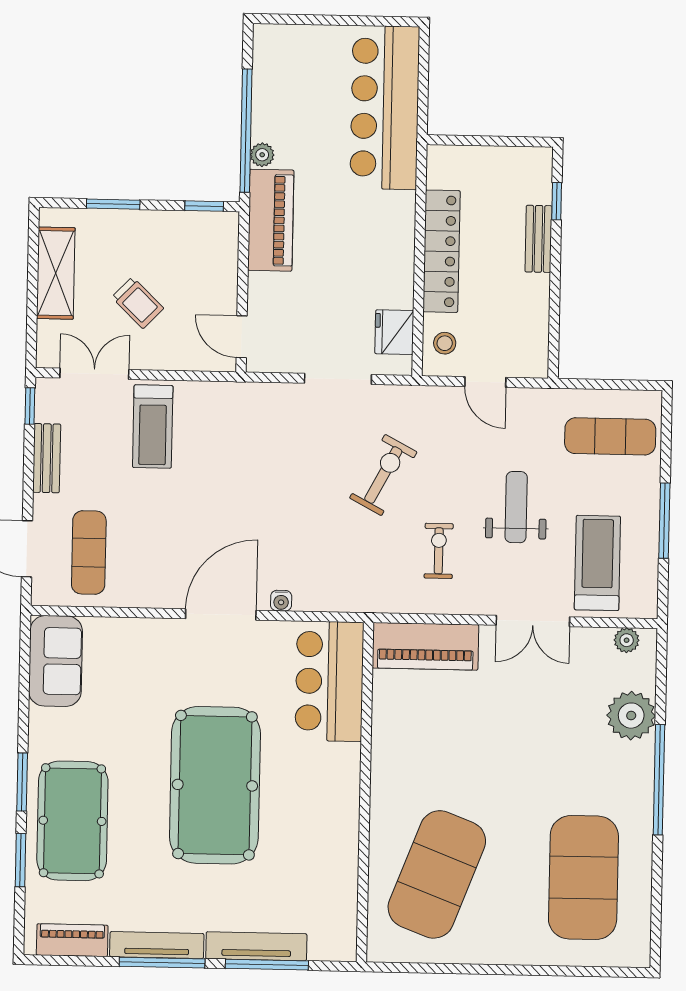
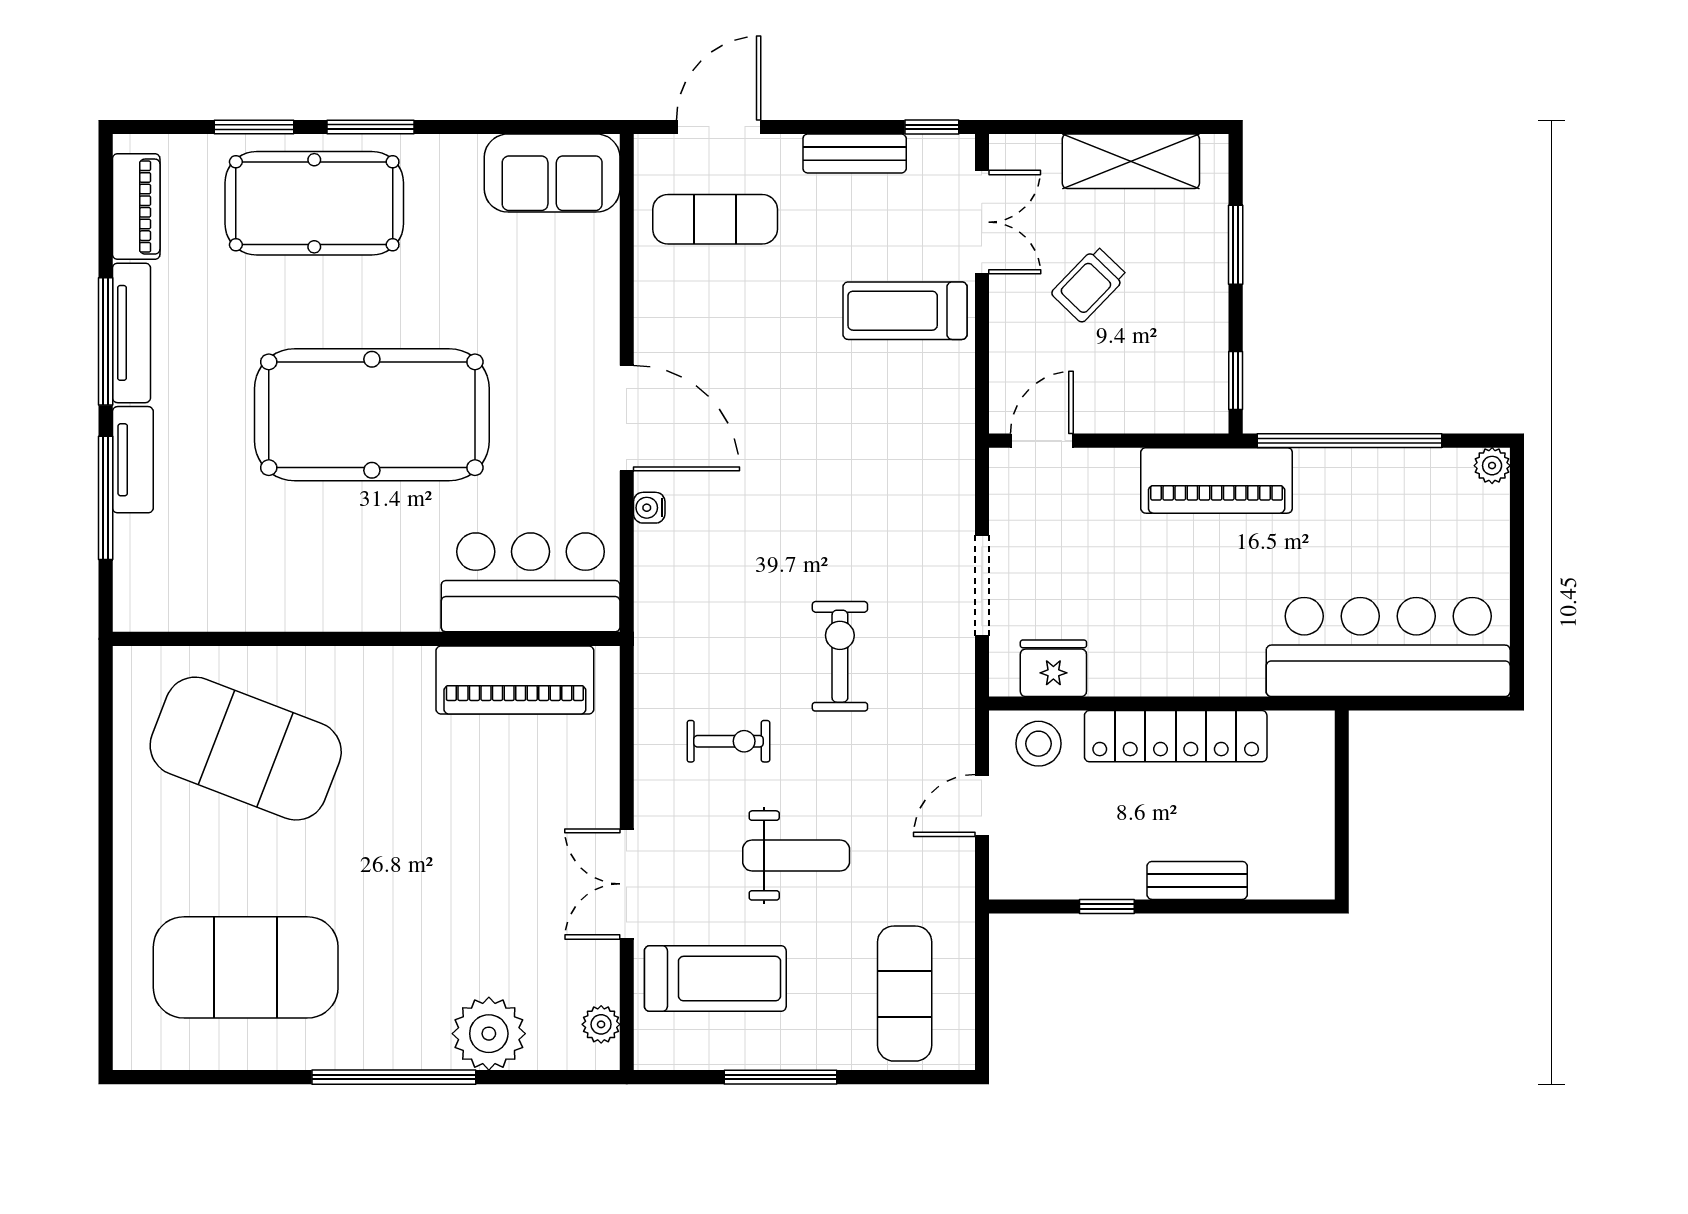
plant: (262, 155) -> (1492, 466), moved
window: (557, 201) -> (1107, 906), moved
stool: (445, 343) -> (1039, 744), width x1.37, depth x1.37
exercise bike: (383, 475) -> (840, 656), turned -118
piano: (425, 646) -> (515, 680), moved, turned -90
tv unit: (256, 946) -> (133, 460), width x0.71

